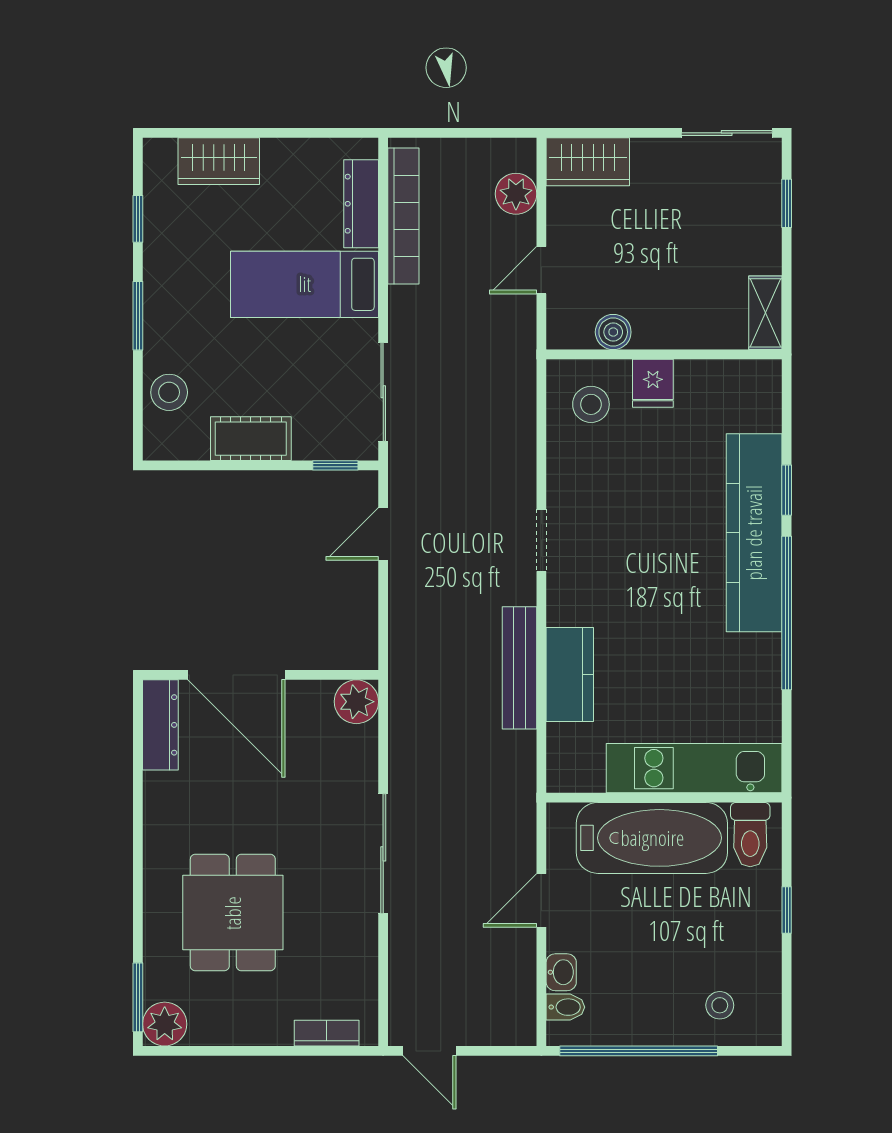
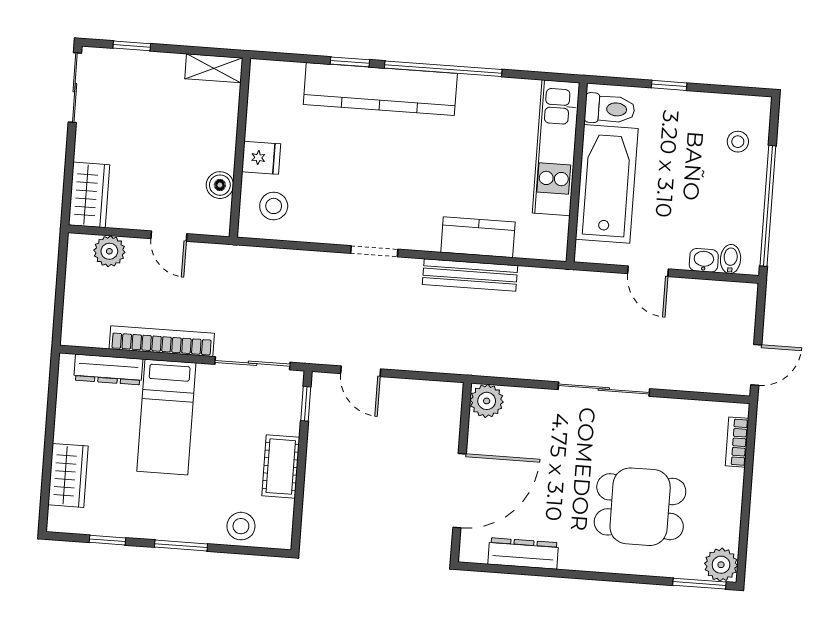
bookcase: (403, 216) -> (162, 341), moved
dresser: (160, 725) -> (523, 553), moved

